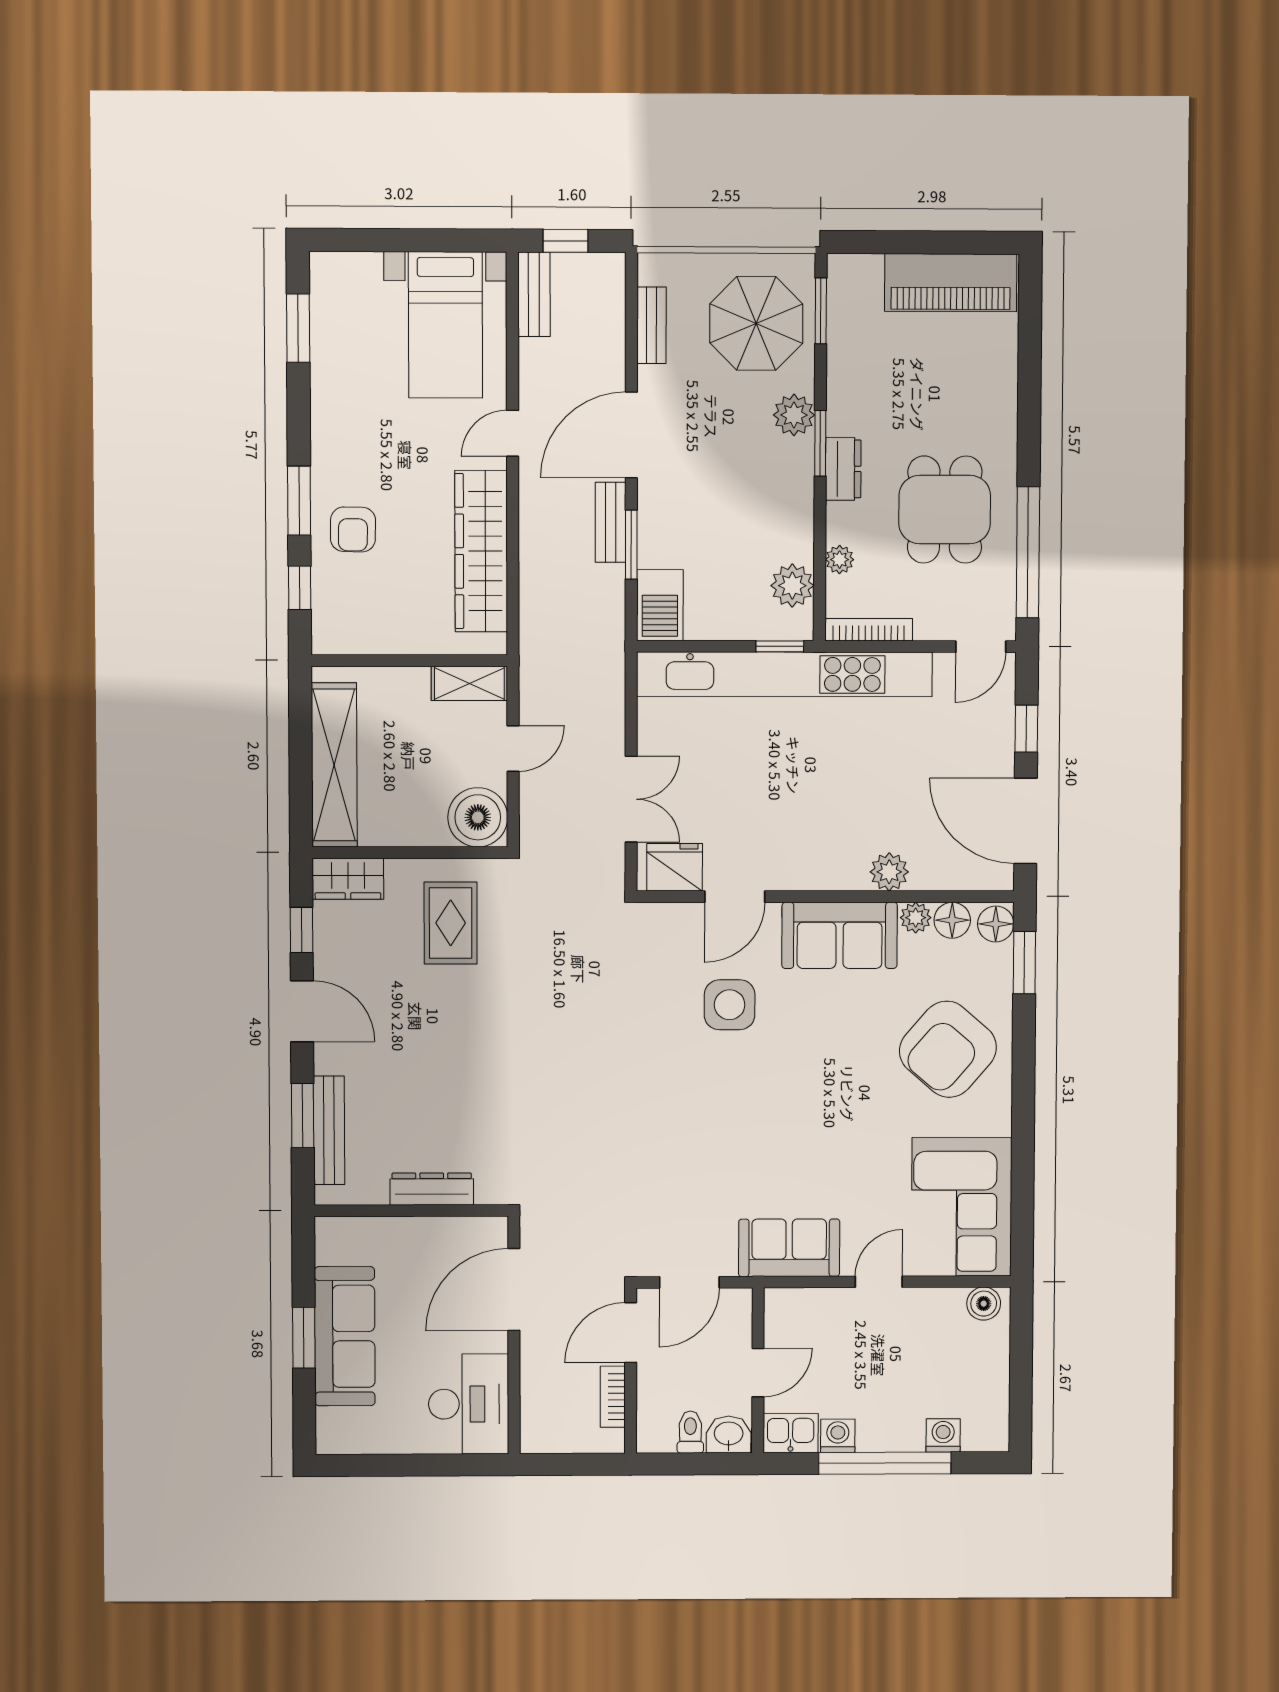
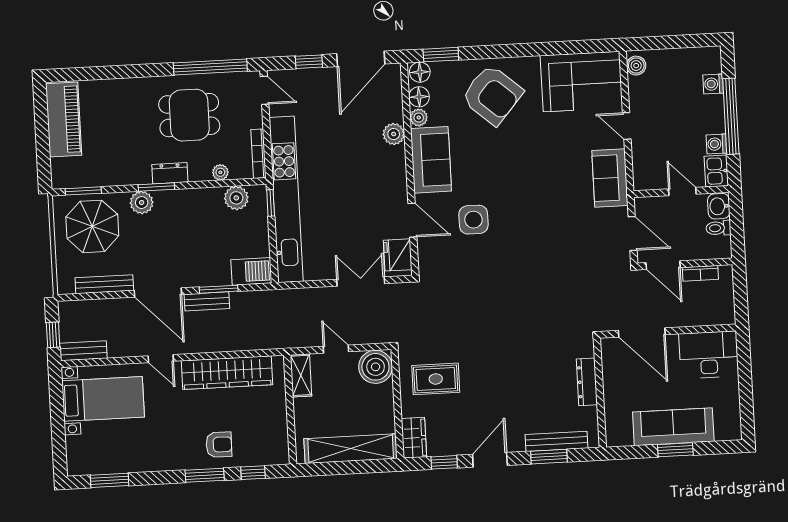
bench: (652, 325) -> (104, 284), width x1.36

